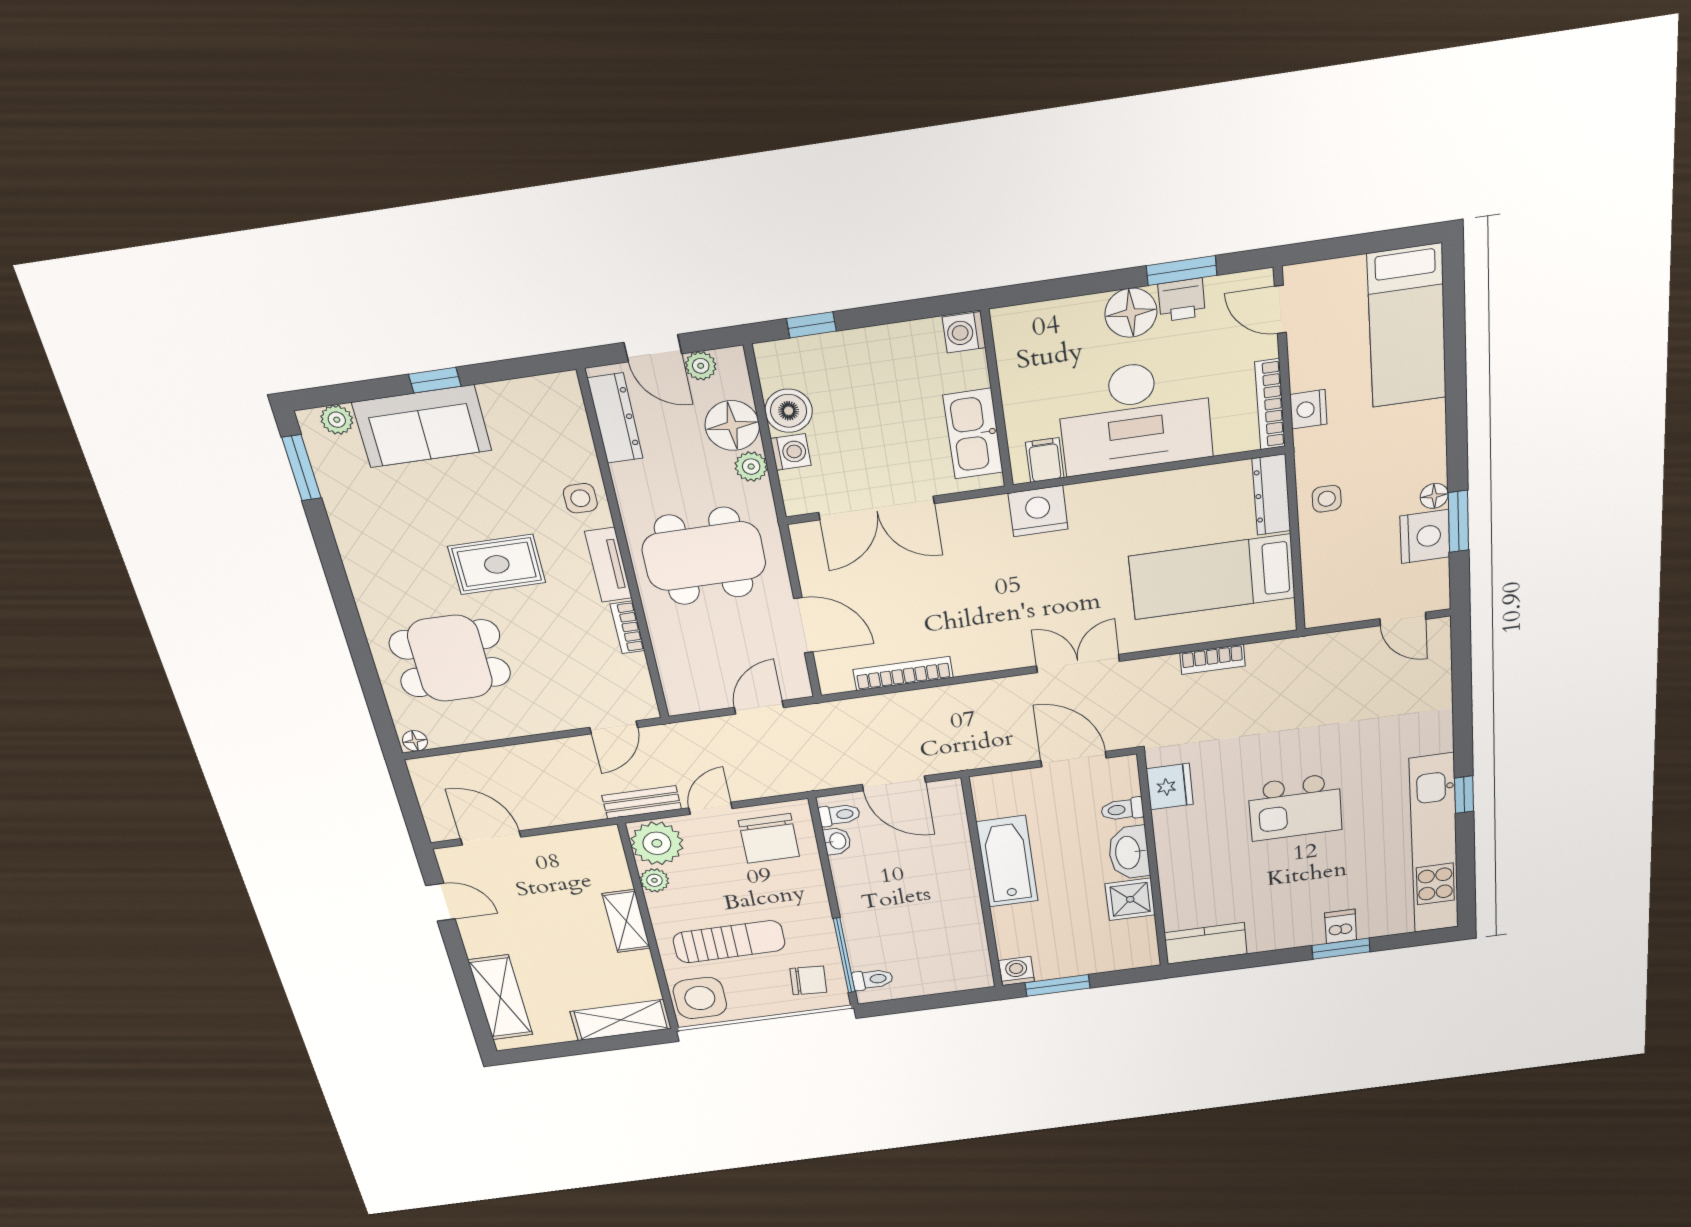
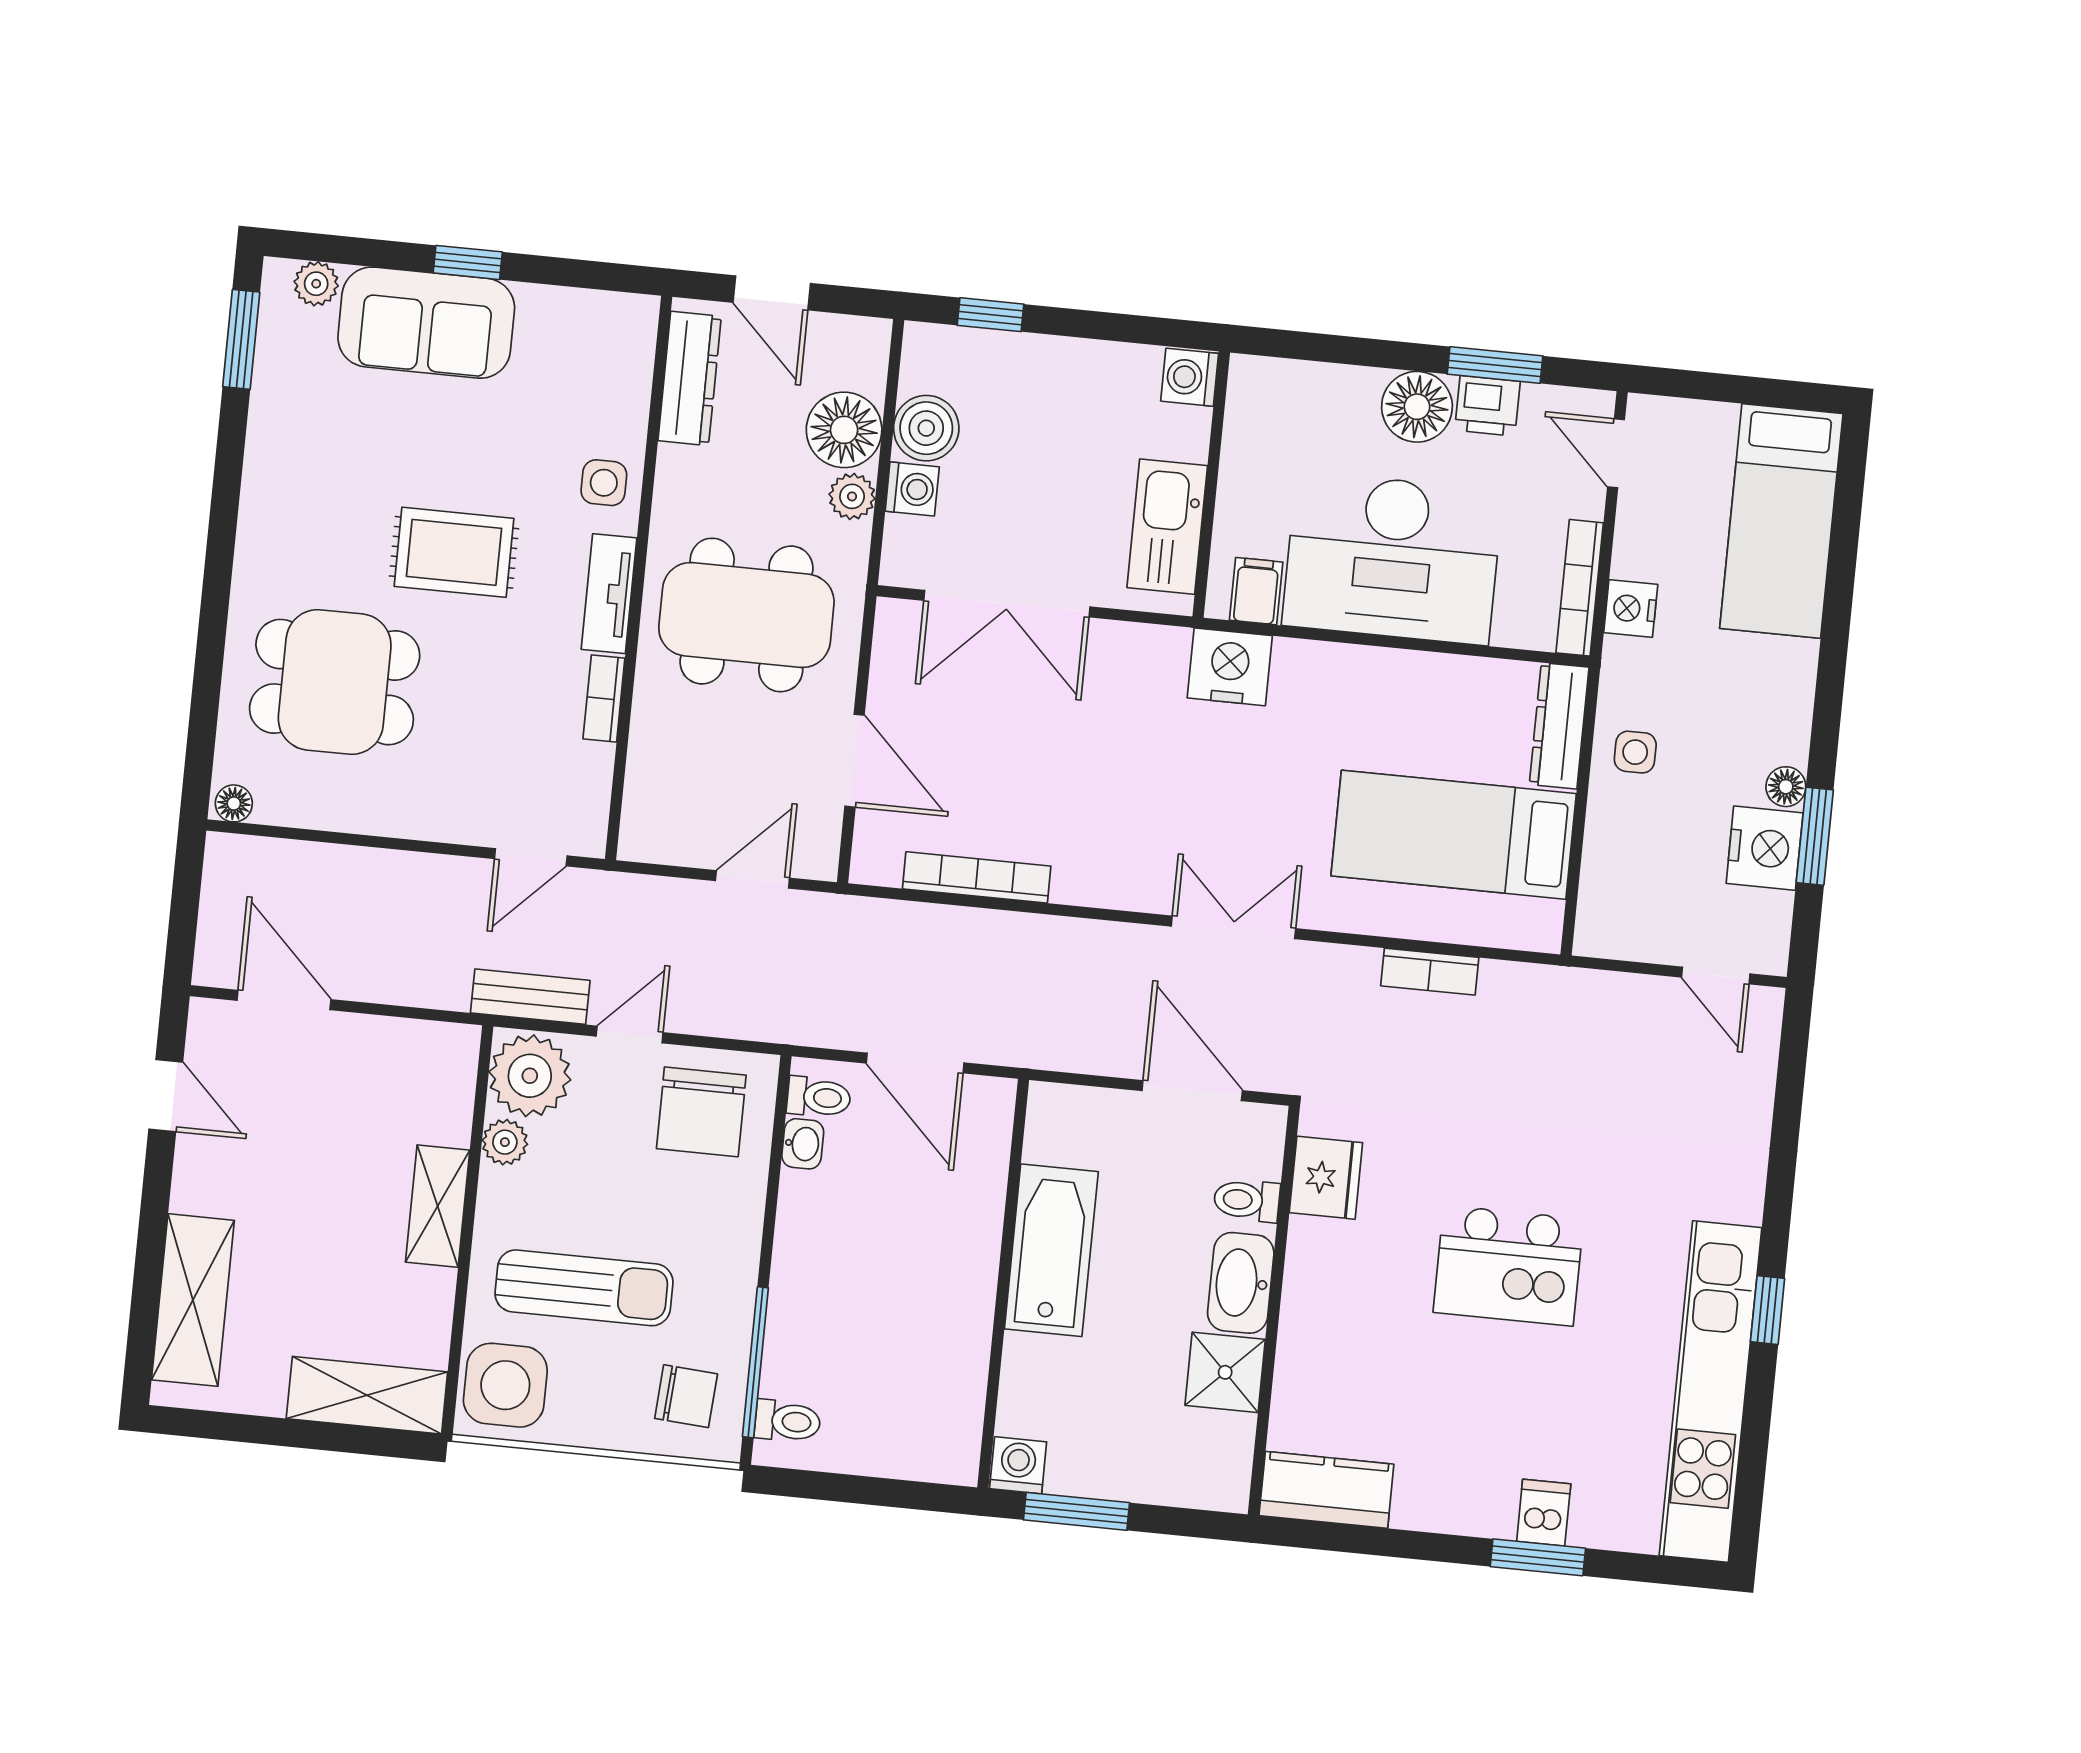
plant: (701, 366) -> (827, 334), removed

